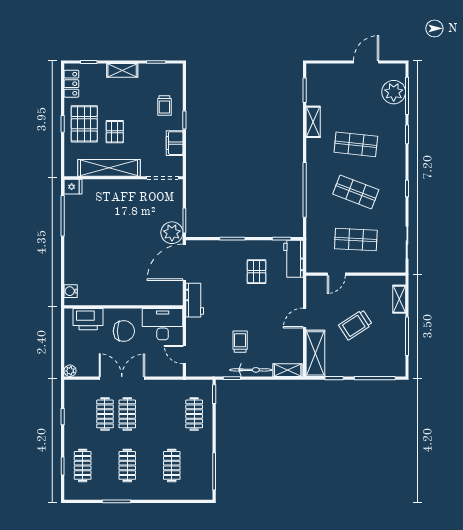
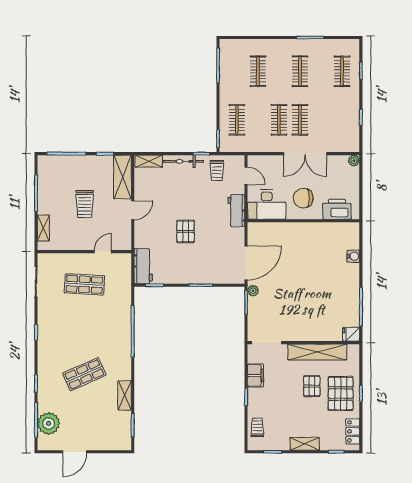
trolley: (164, 106) -> (257, 427), moved
shop shelf: (356, 144) -> (84, 374), turned -30
shop shelf: (356, 192) -> (84, 329), removed
plant: (172, 233) -> (253, 291), width x0.53, depth x0.53
pallet: (257, 272) -> (185, 231), moved
water cooler: (71, 291) -> (353, 256), moved
workbench: (195, 300) -> (236, 211), moved
trolley: (355, 325) -> (85, 204), turned 123
trolley: (240, 342) -> (217, 171), moved
clothes rail: (105, 414) -> (279, 120), moved

